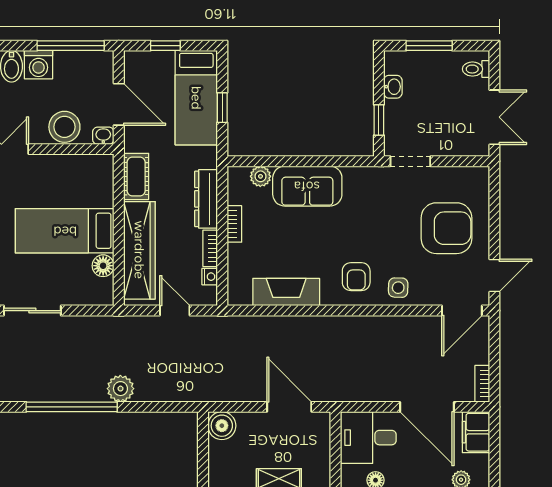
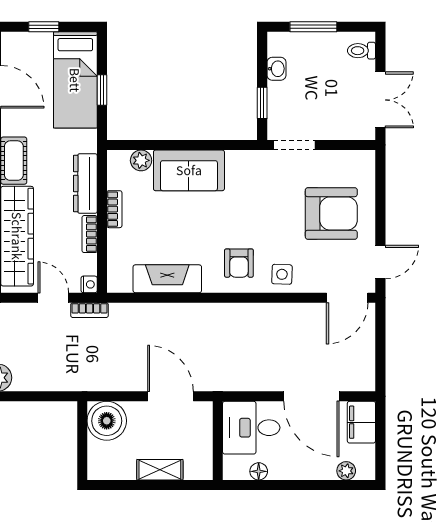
nightstand: (210, 277) -> (89, 284), moved
bookcase: (482, 384) -> (89, 310), moved, turned -90
boiler: (222, 426) -> (107, 421), width x1.37, depth x1.37

